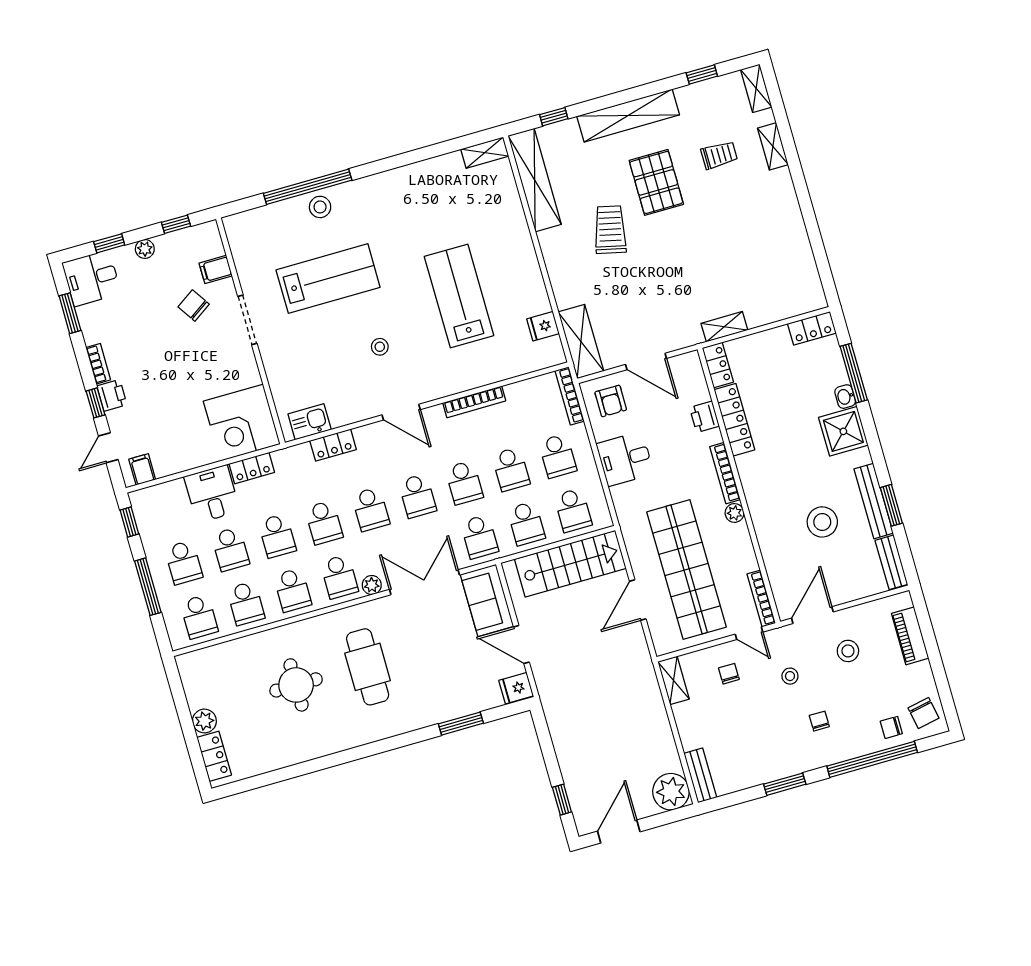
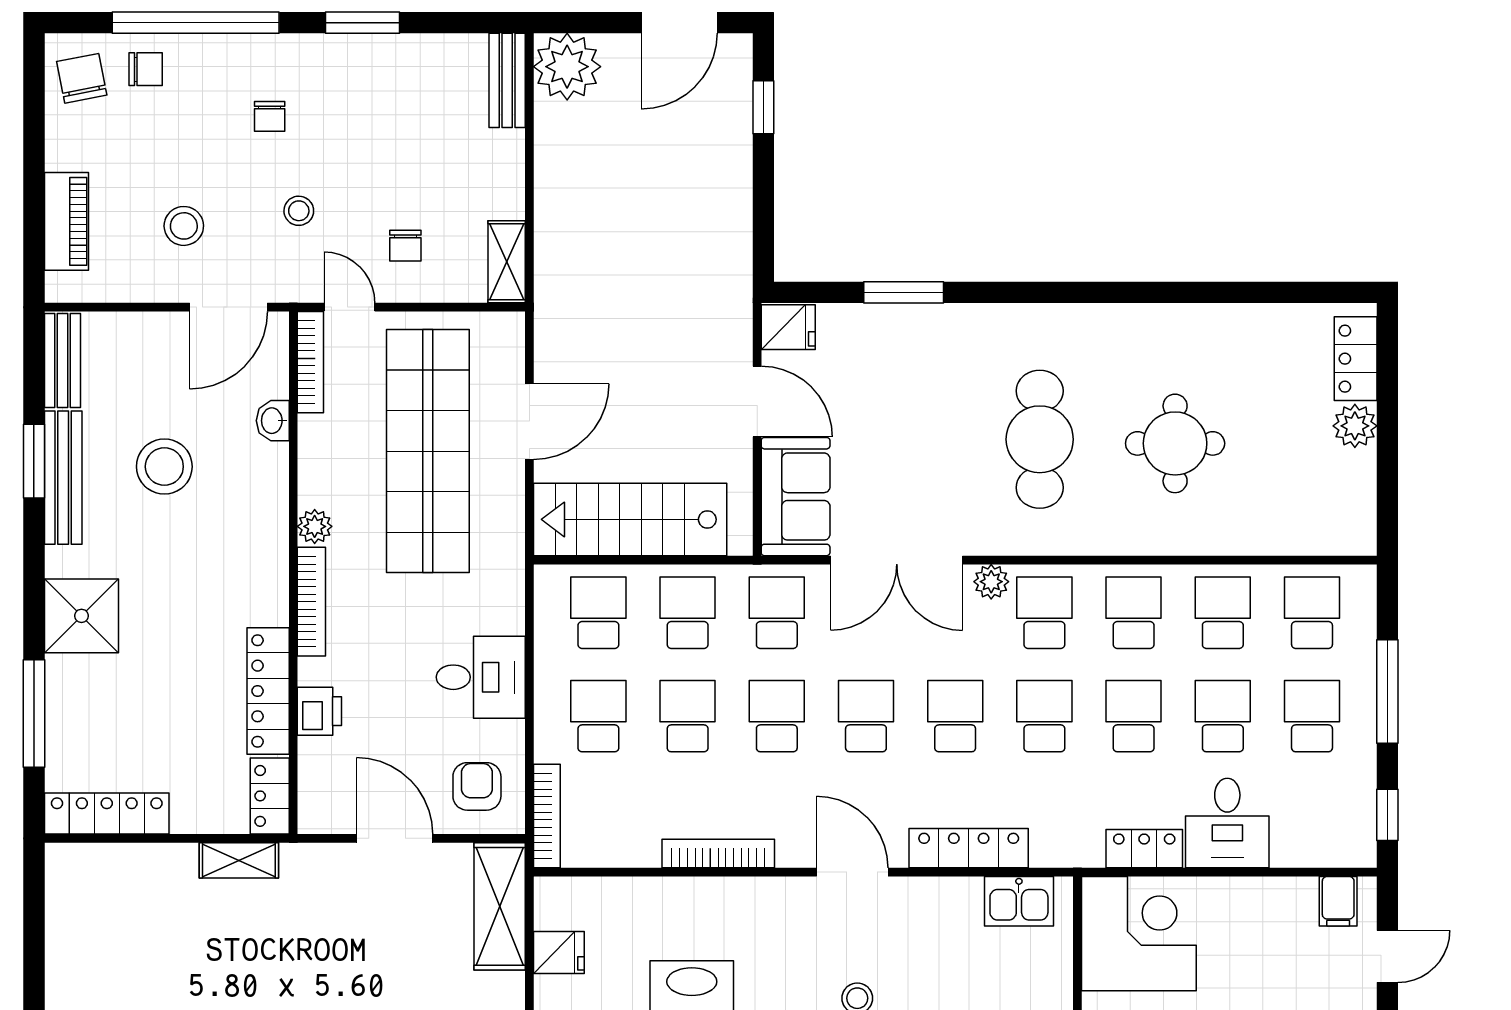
locker: (812, 328) -> (107, 814), width x1.53
washbasin: (845, 397) -> (273, 421), moved, turned 180
locker: (333, 445) -> (969, 848), width x1.53

